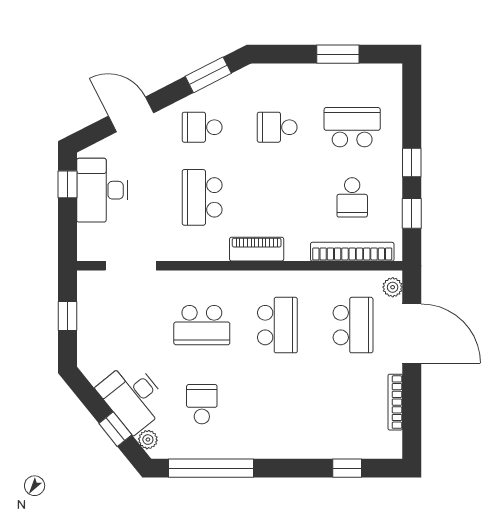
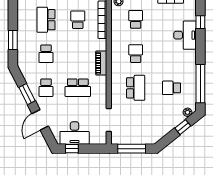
window: (338, 54) -> (13, 40), moved
window: (208, 75) -> (27, 94), moved
school desk: (352, 197) -> (78, 20), turned -90
window: (68, 316) -> (132, 149), width x2.17
school desk: (277, 325) -> (136, 54), width x0.54
school desk: (353, 325) -> (136, 19), width x0.54
desk: (133, 397) -> (185, 35), moved, turned -51

